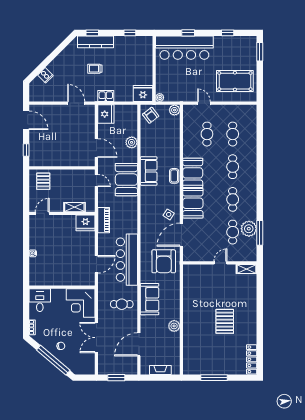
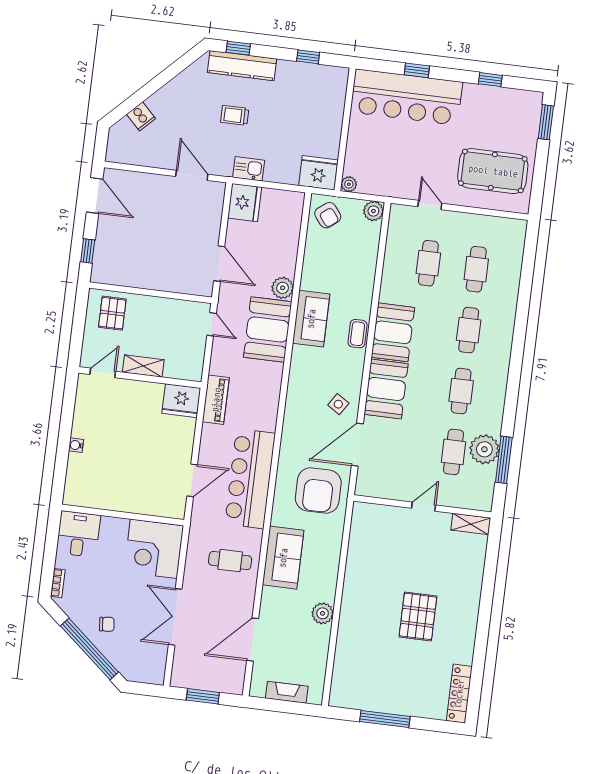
plant: (132, 142) -> (283, 288), moved
shelving: (74, 207) -> (143, 366), moved

